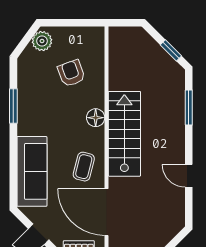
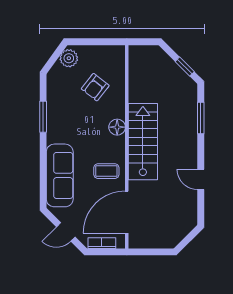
armchair: (71, 73) -> (95, 87), turned -122
coffee table: (84, 167) -> (106, 171), turned 76
door: (107, 212) -> (127, 212), hinge flipped

